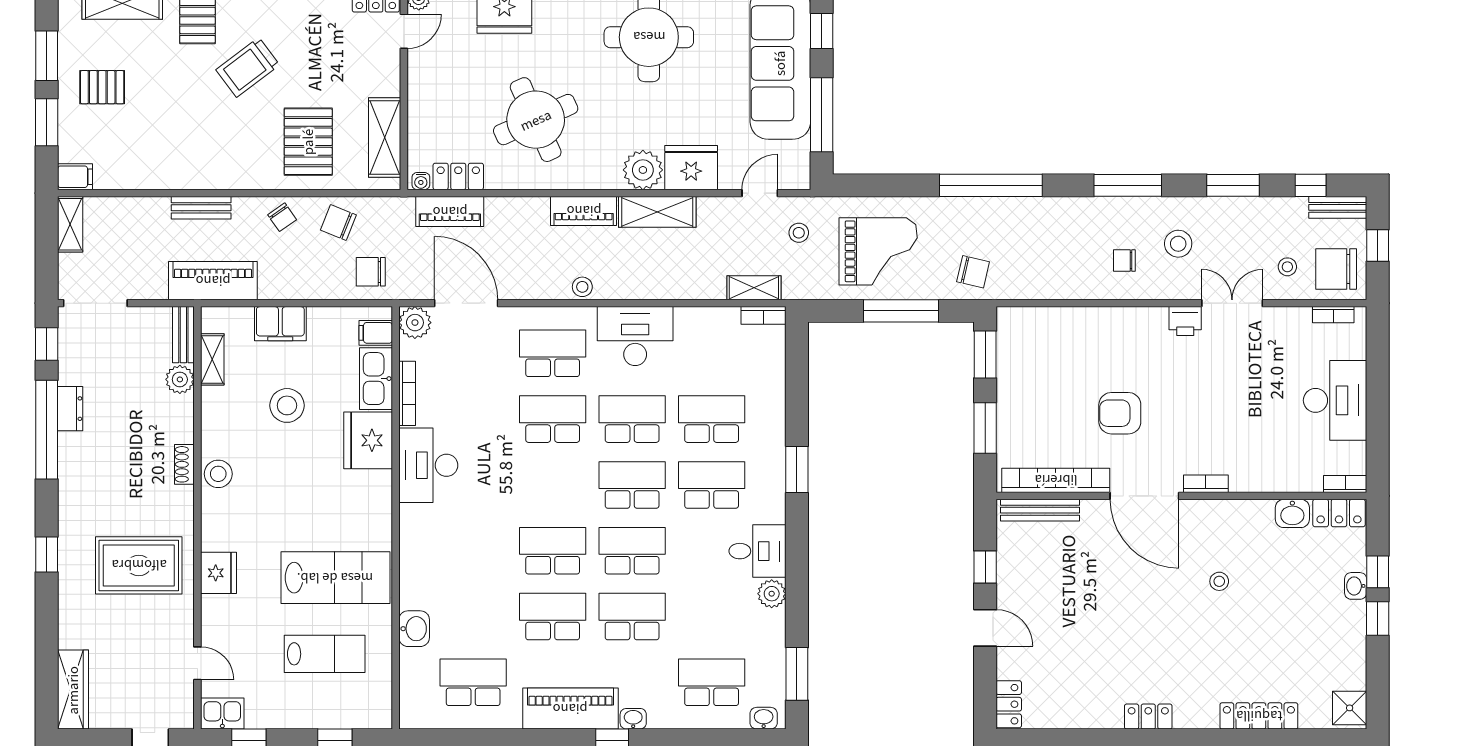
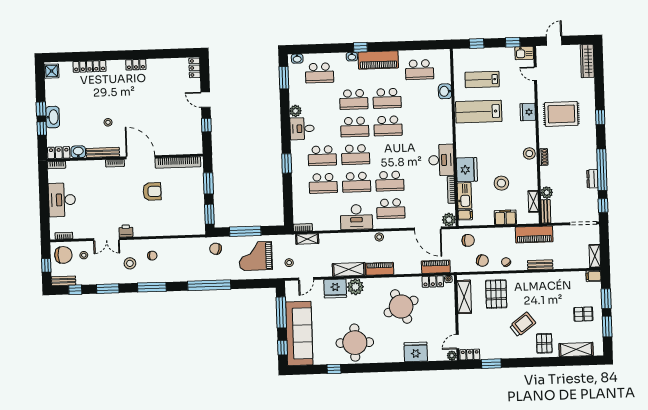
bench: (1040, 510) -> (103, 152), moved
washbasin: (1356, 586) -> (53, 117), width x1.91, depth x1.45

